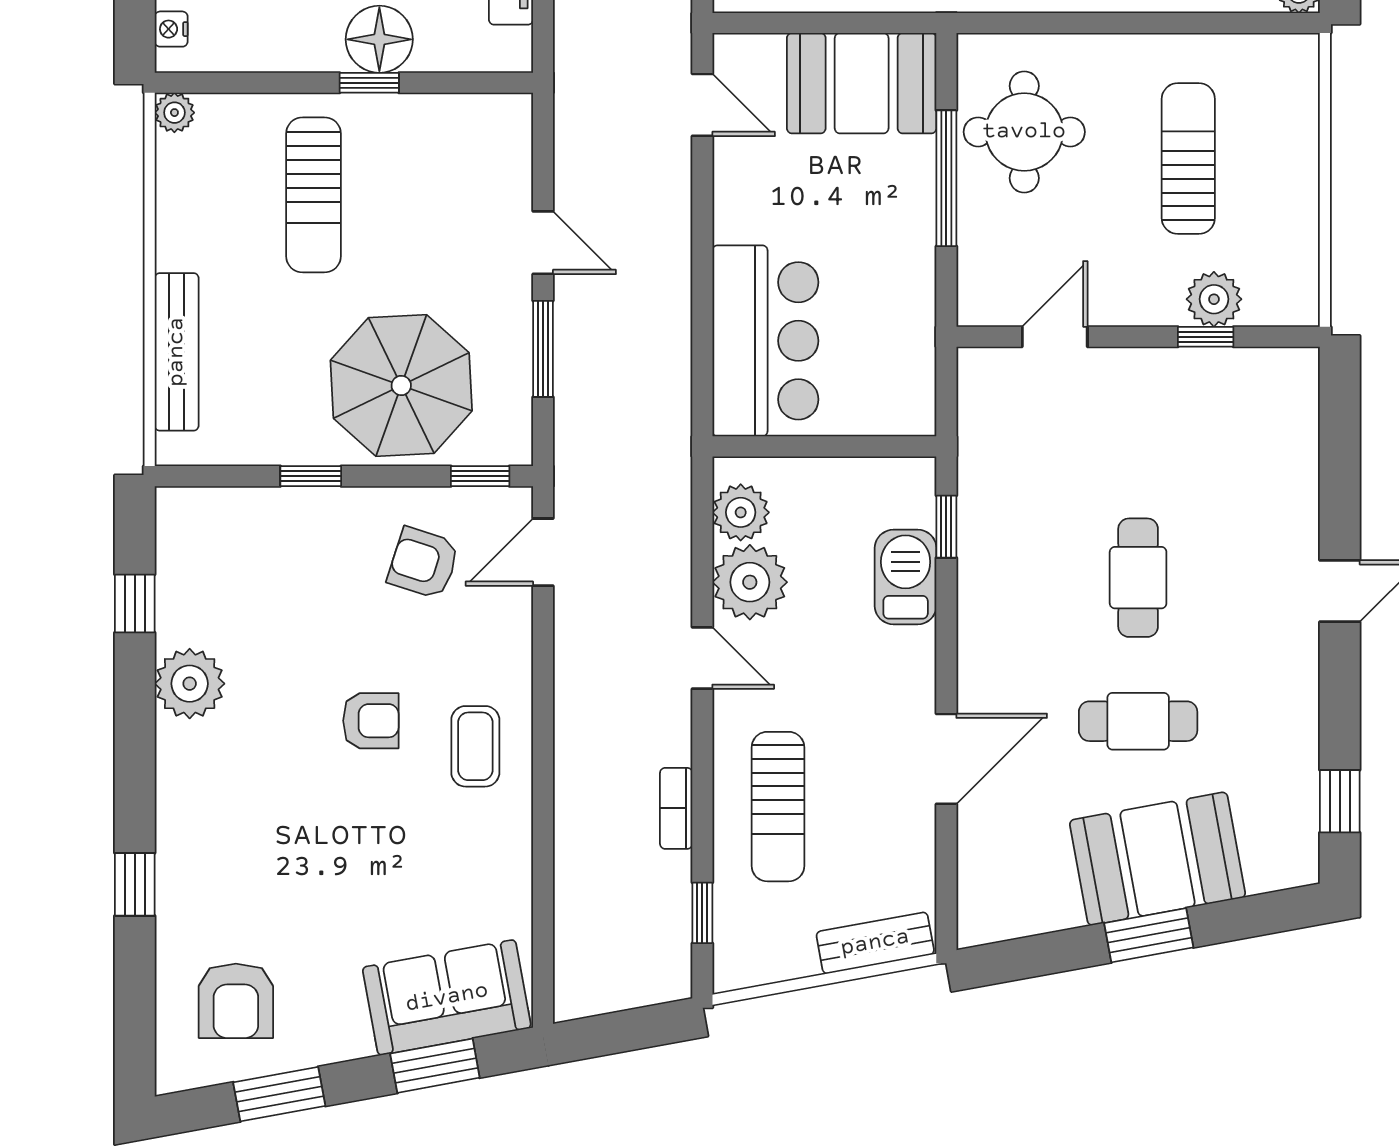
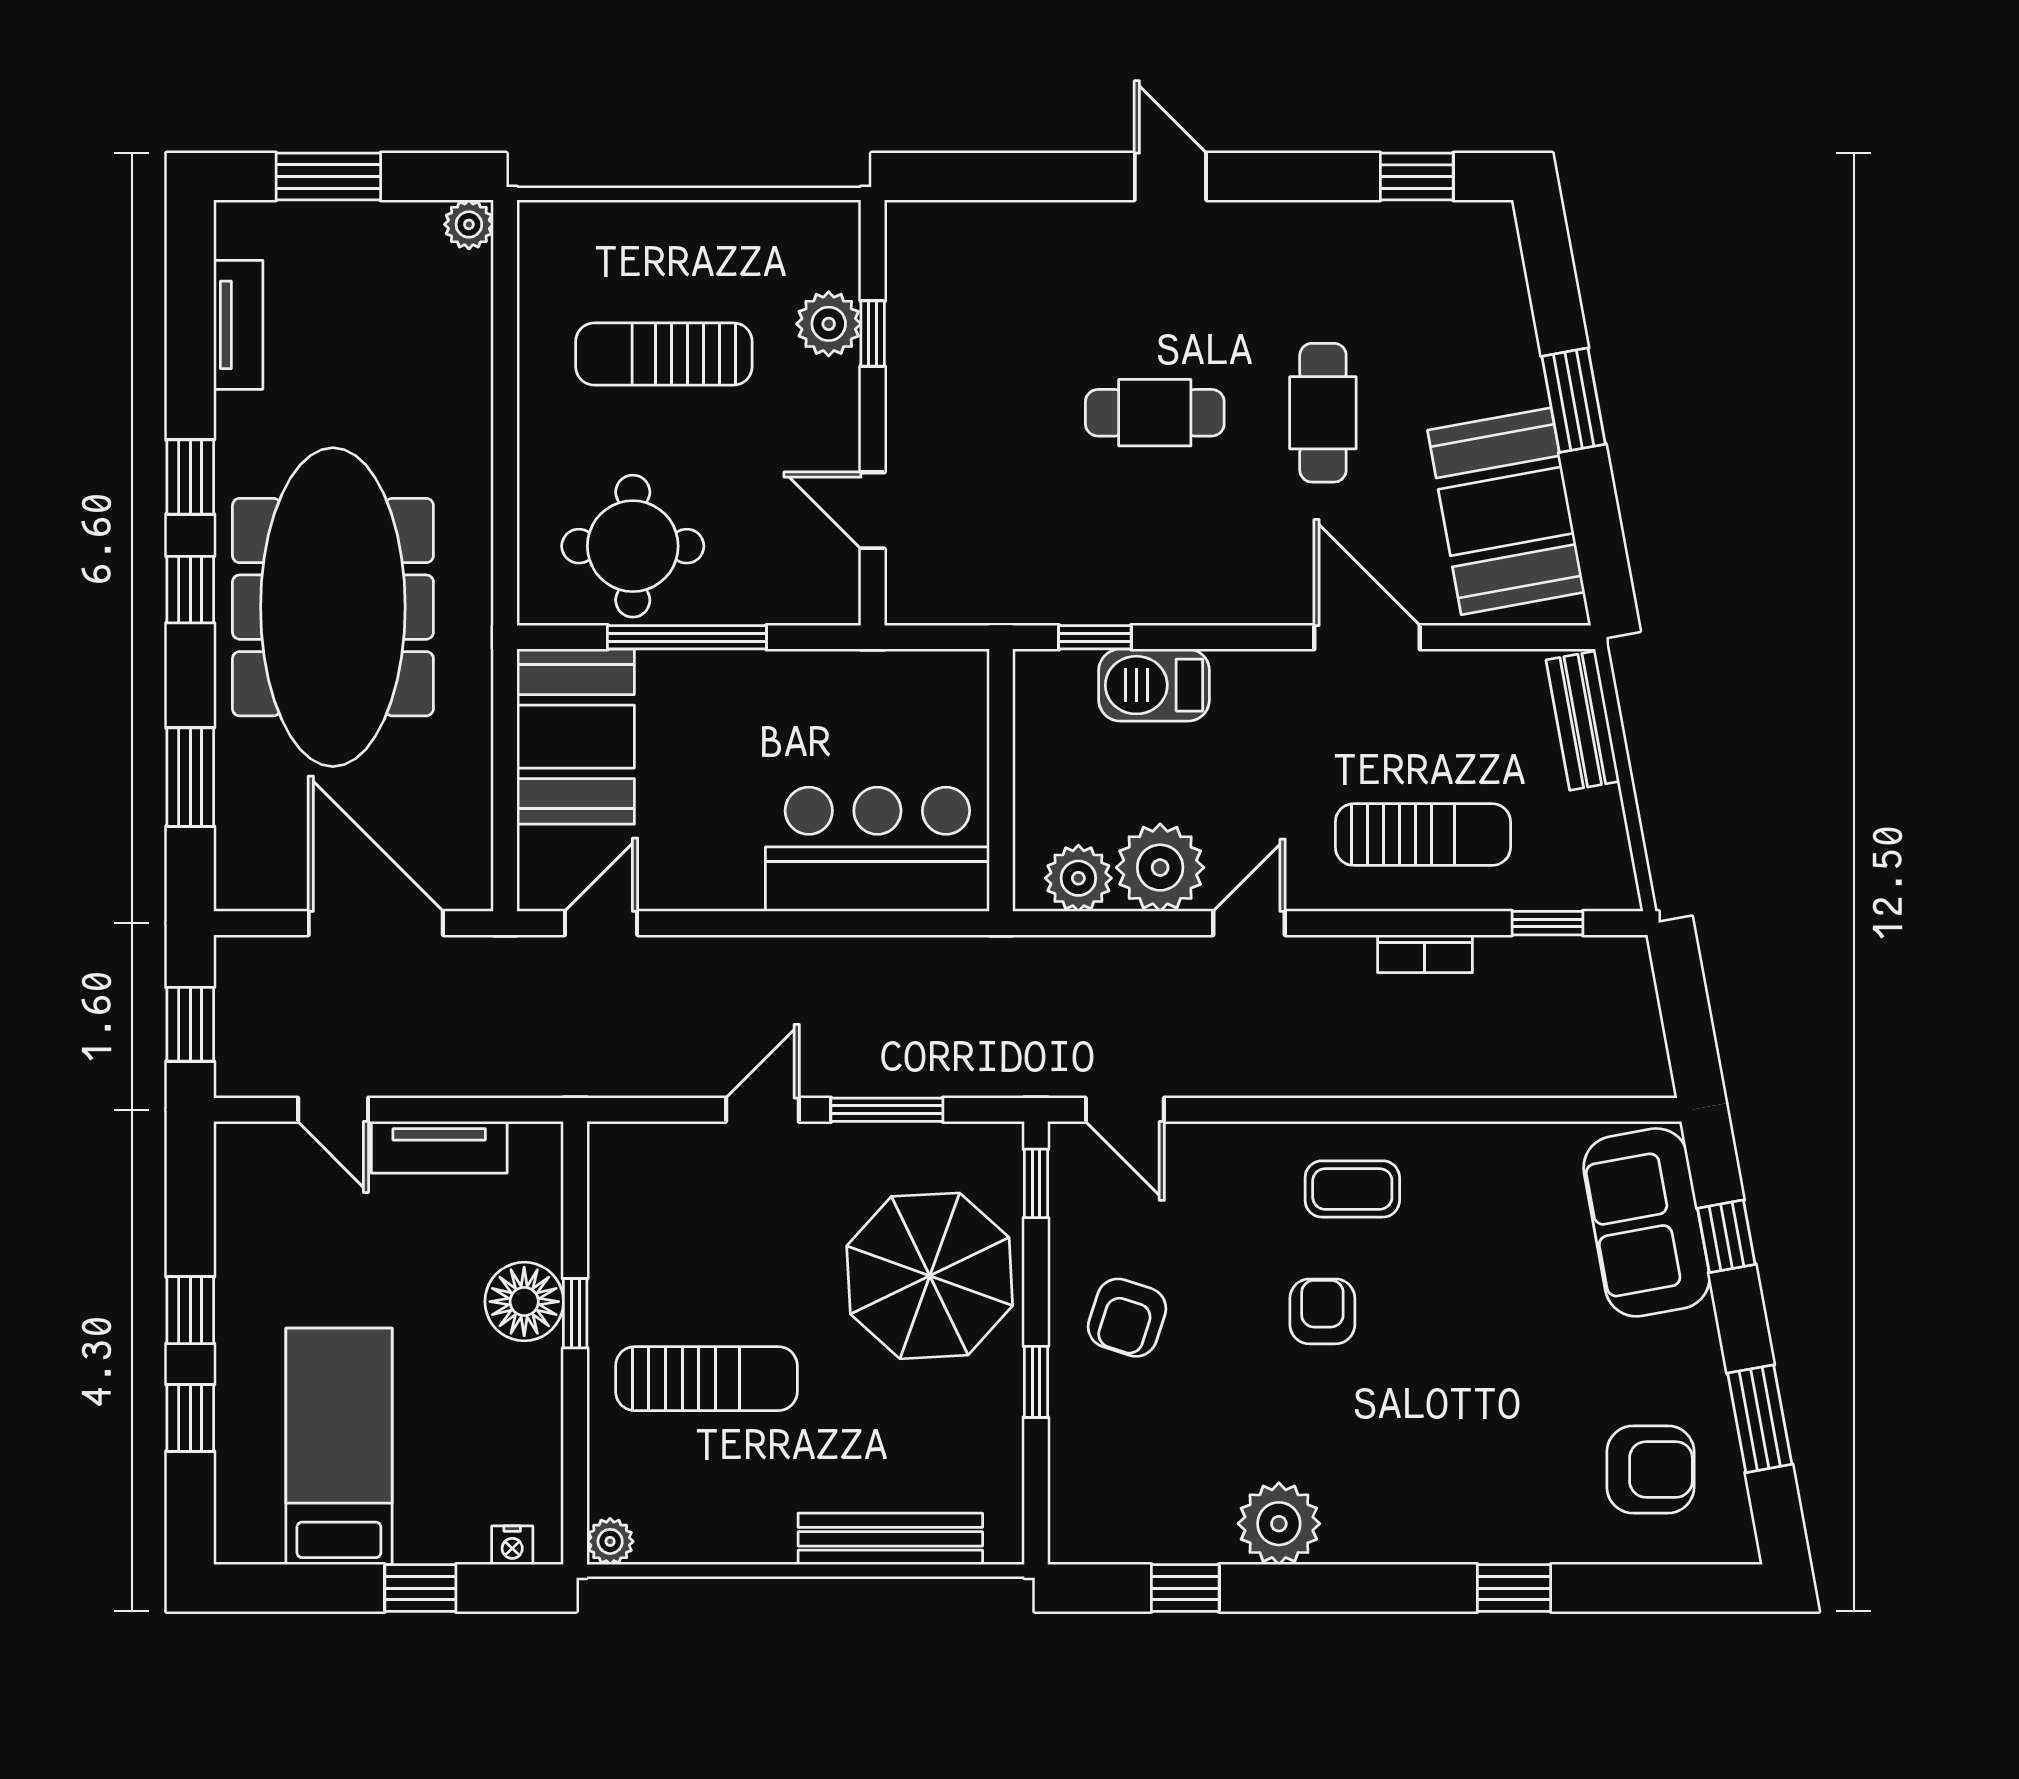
armchair: (423, 563) -> (1127, 1318), moved
booth: (1157, 859) -> (1506, 511), moved
window: (435, 1066) -> (1726, 1236), width x0.67

